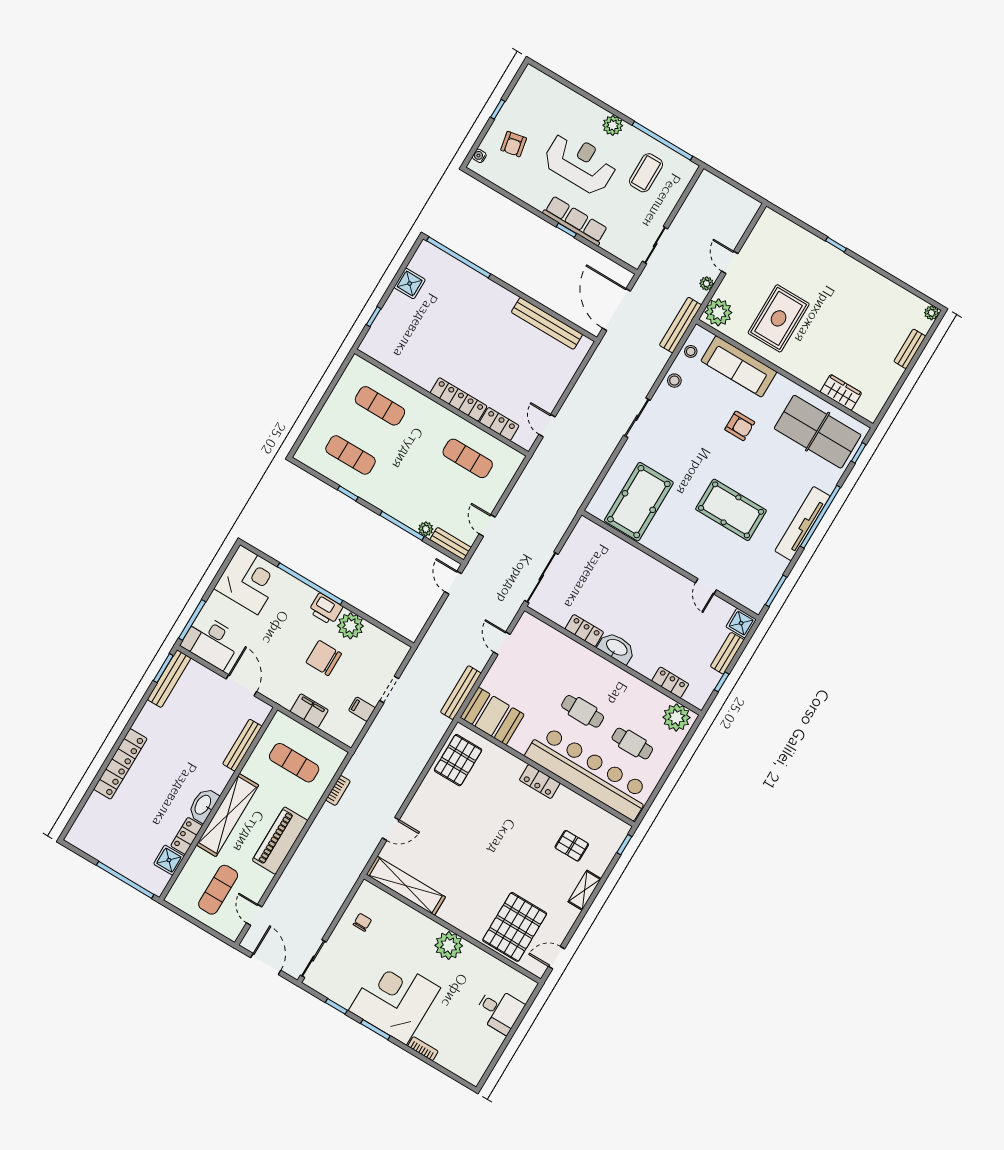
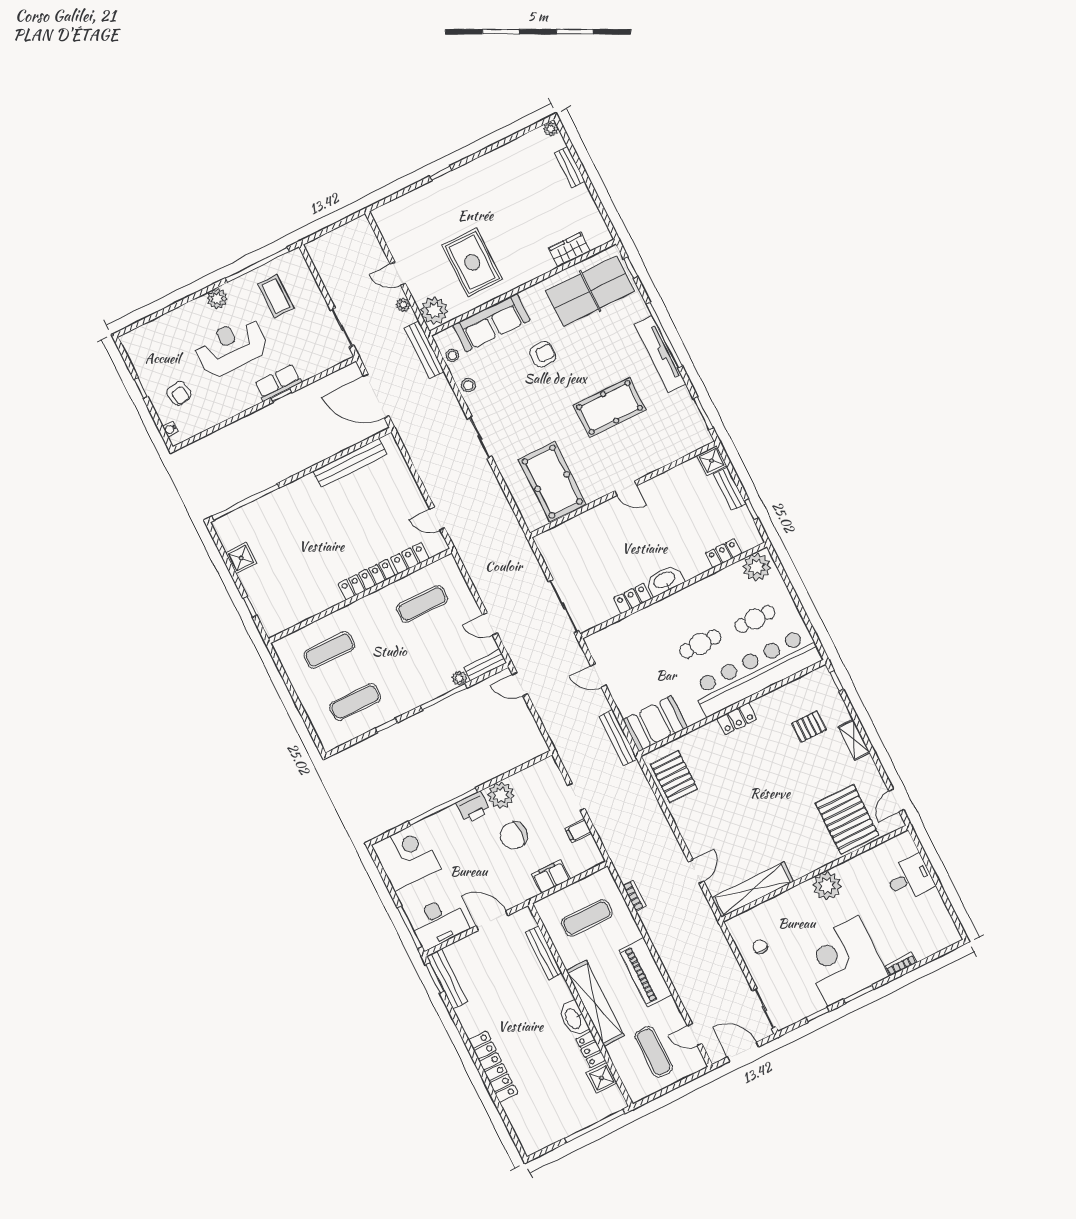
row of seats: (575, 221) -> (278, 383), width x0.68
door: (706, 586) -> (626, 488), moved

